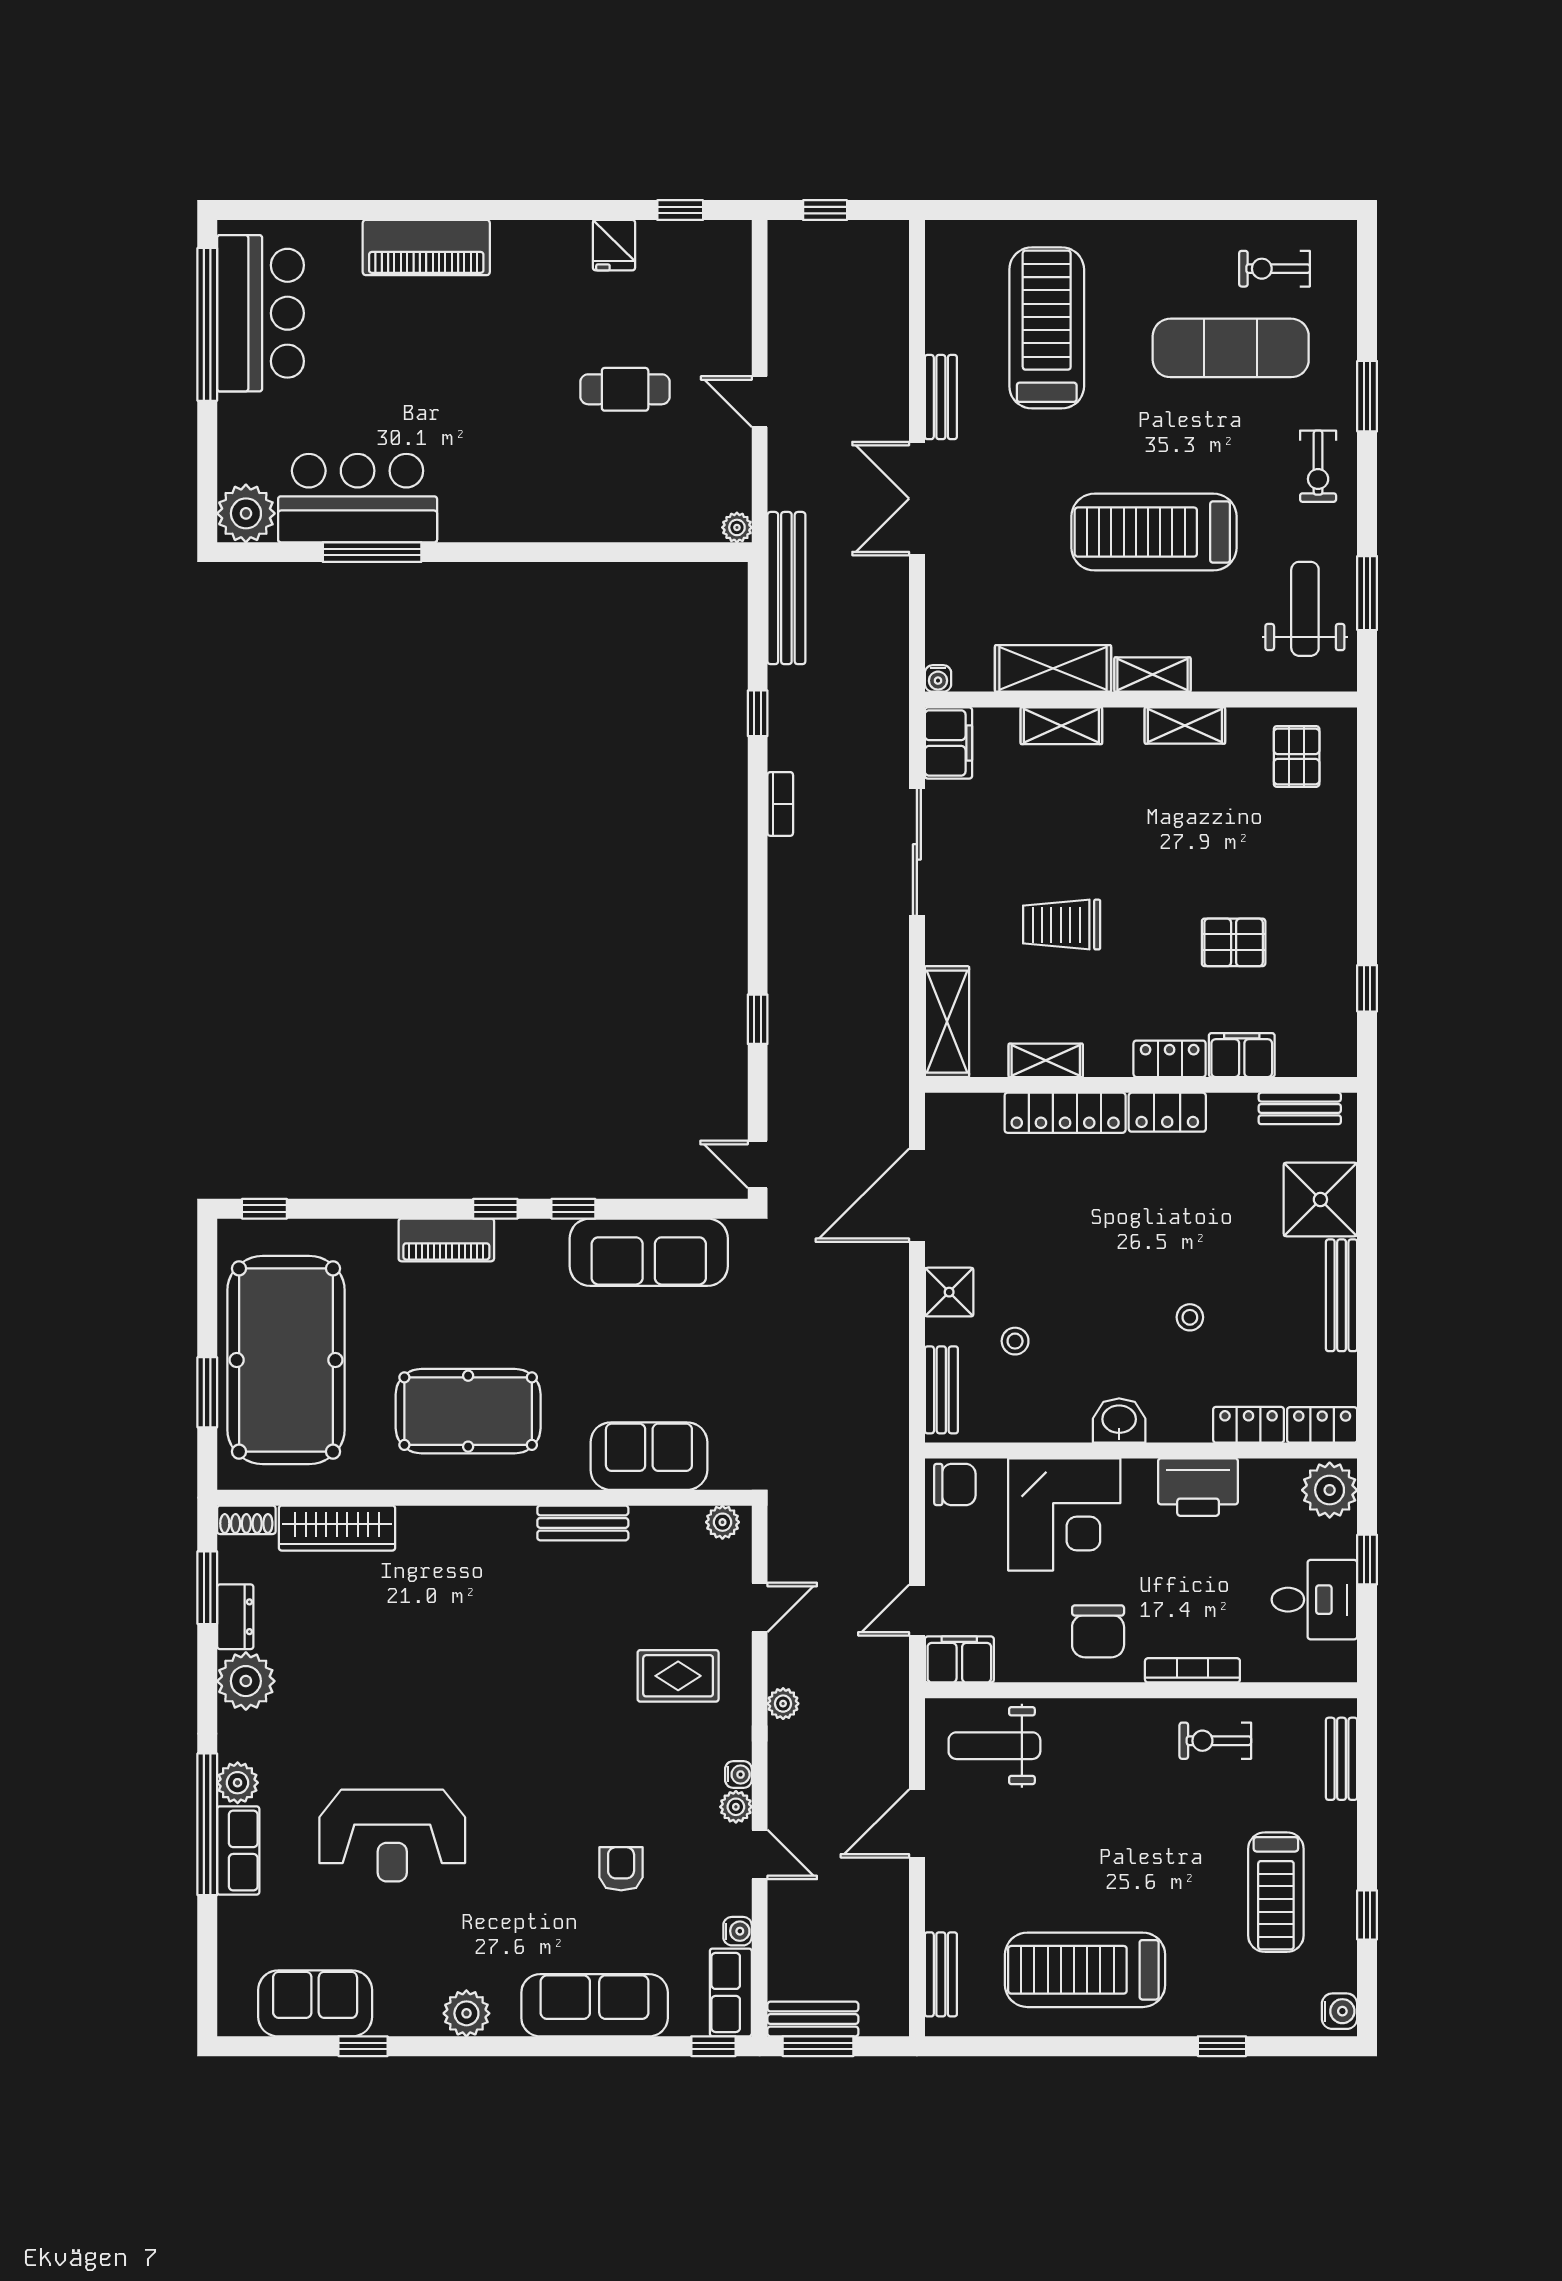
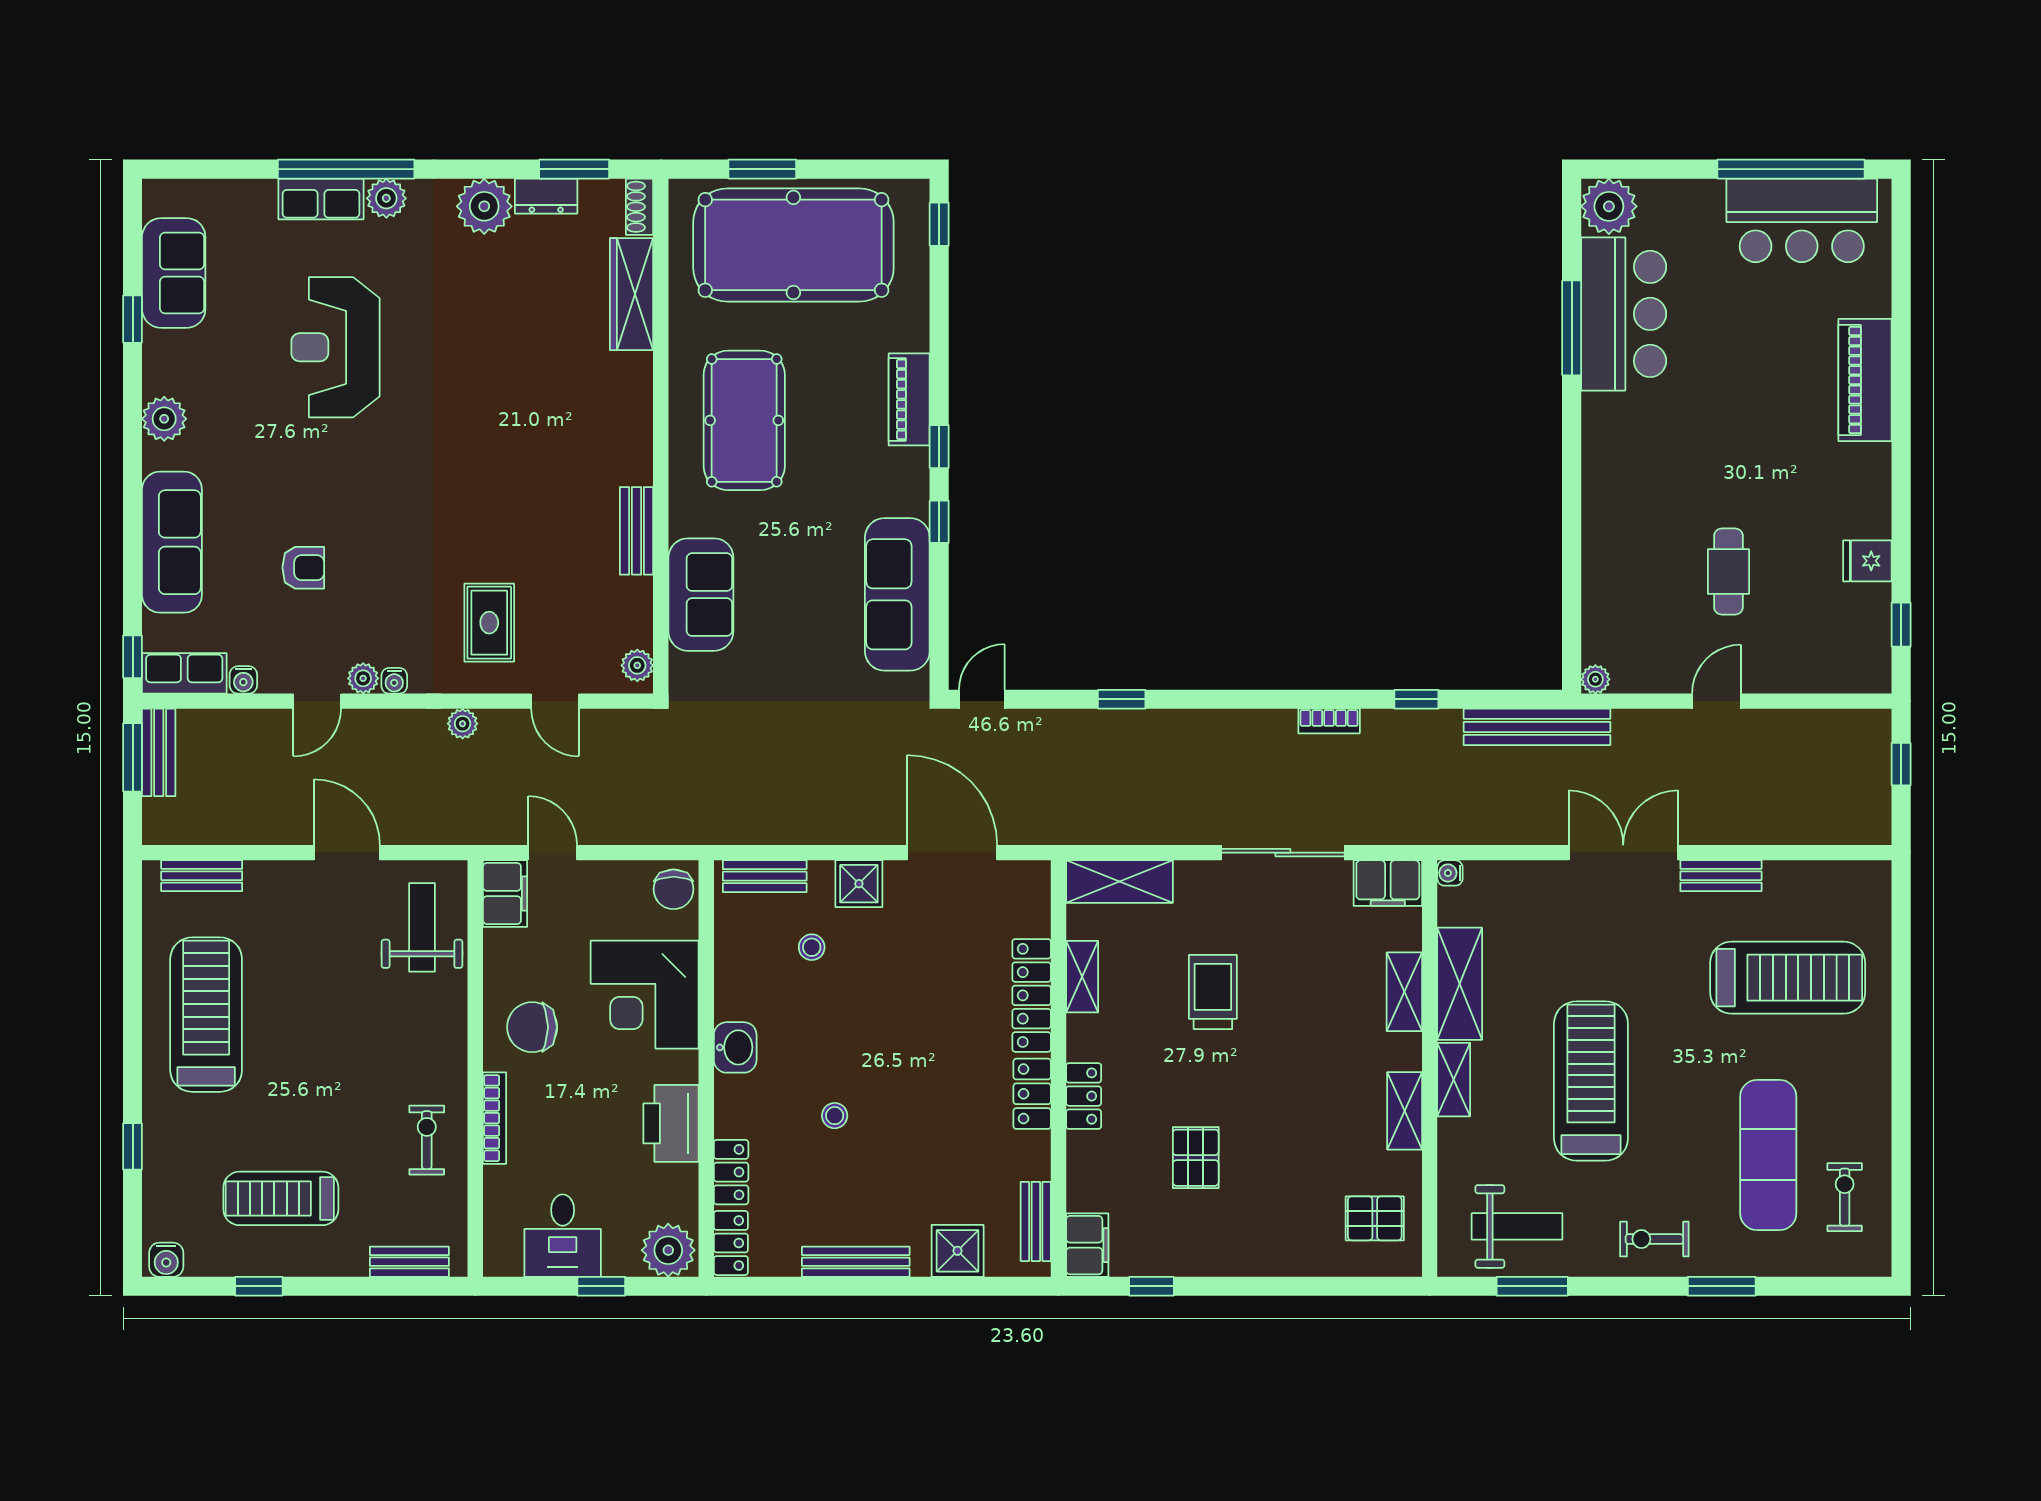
filing cabinet: (1242, 1055) -> (1087, 1245), moved
shower: (1320, 1199) -> (958, 1251), width x0.73, depth x0.73

